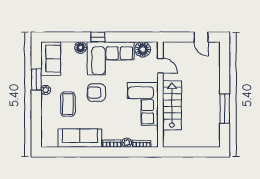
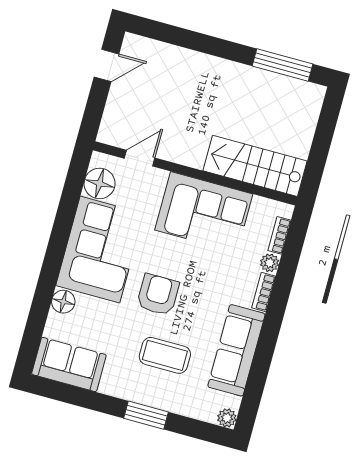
window: (98, 37) -> (52, 263), removed
window: (36, 79) -> (146, 415), moved
plant: (46, 90) -> (227, 418), moved
armchair: (96, 93) -> (158, 295), turned 180
stairs: (172, 105) -> (255, 166), moved
window: (225, 109) -> (283, 65), moved

